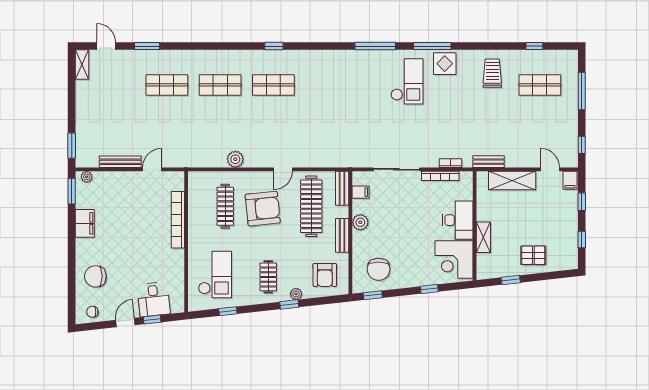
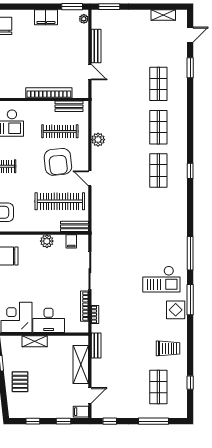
shelving: (82, 65) -> (163, 15), moved
bench: (342, 235) -> (69, 106), moved

